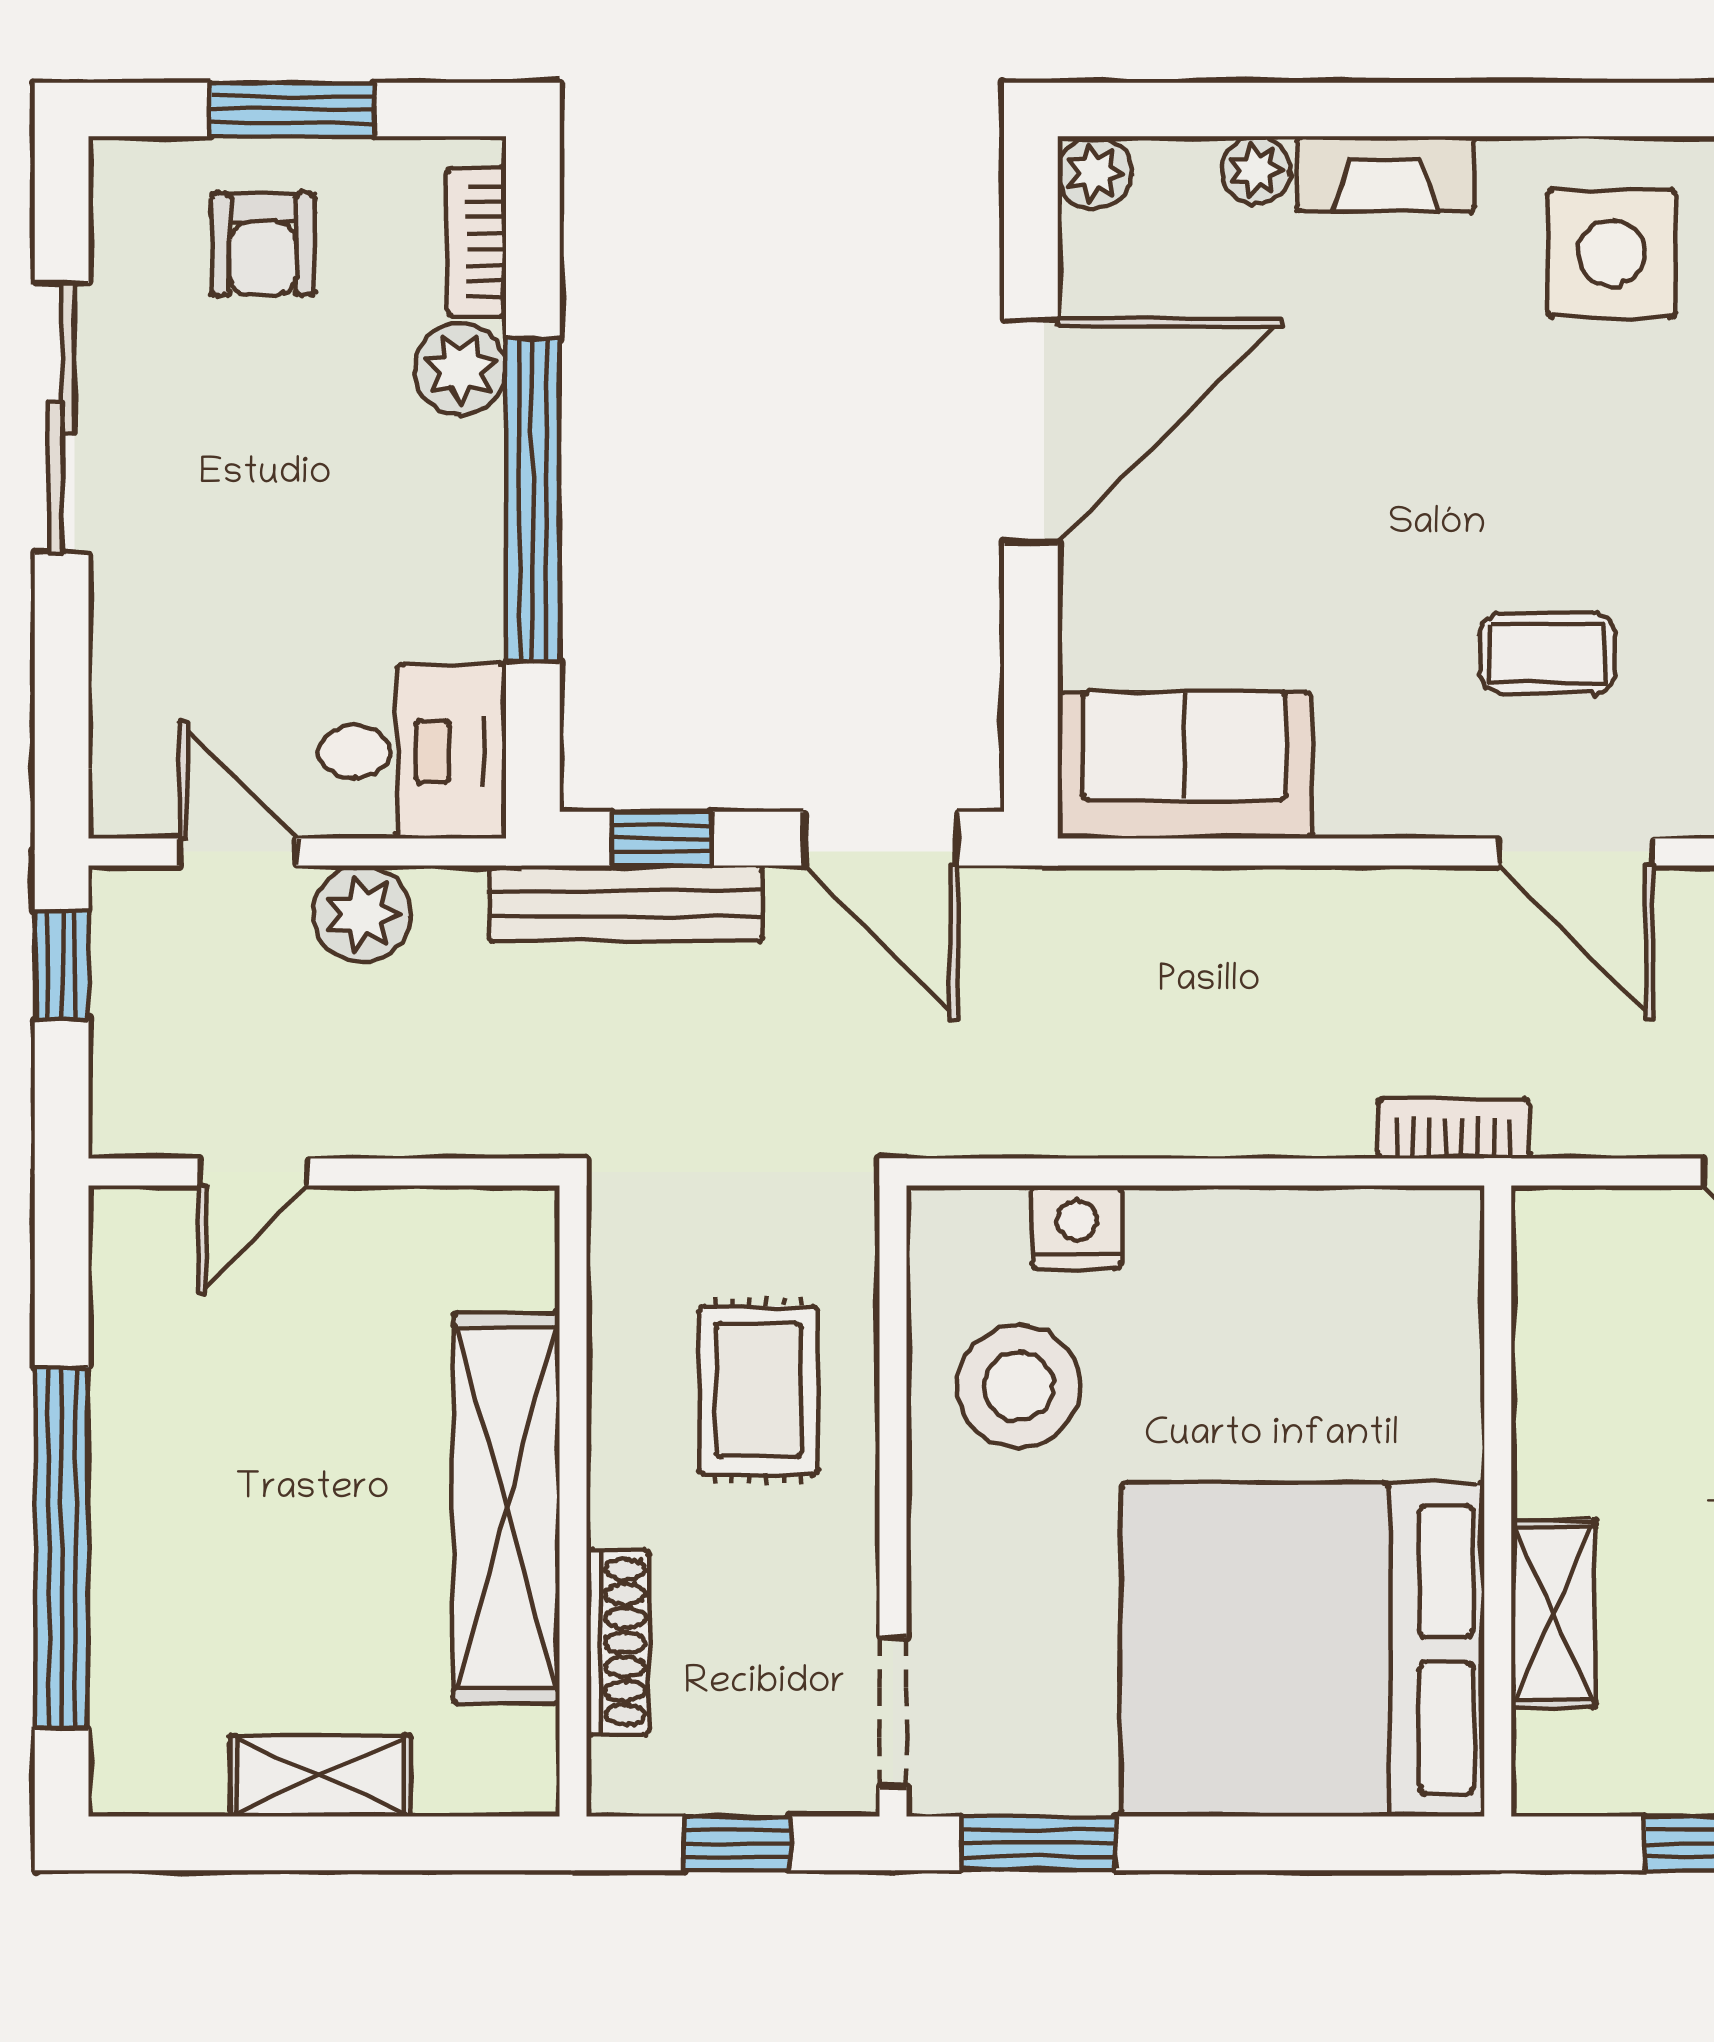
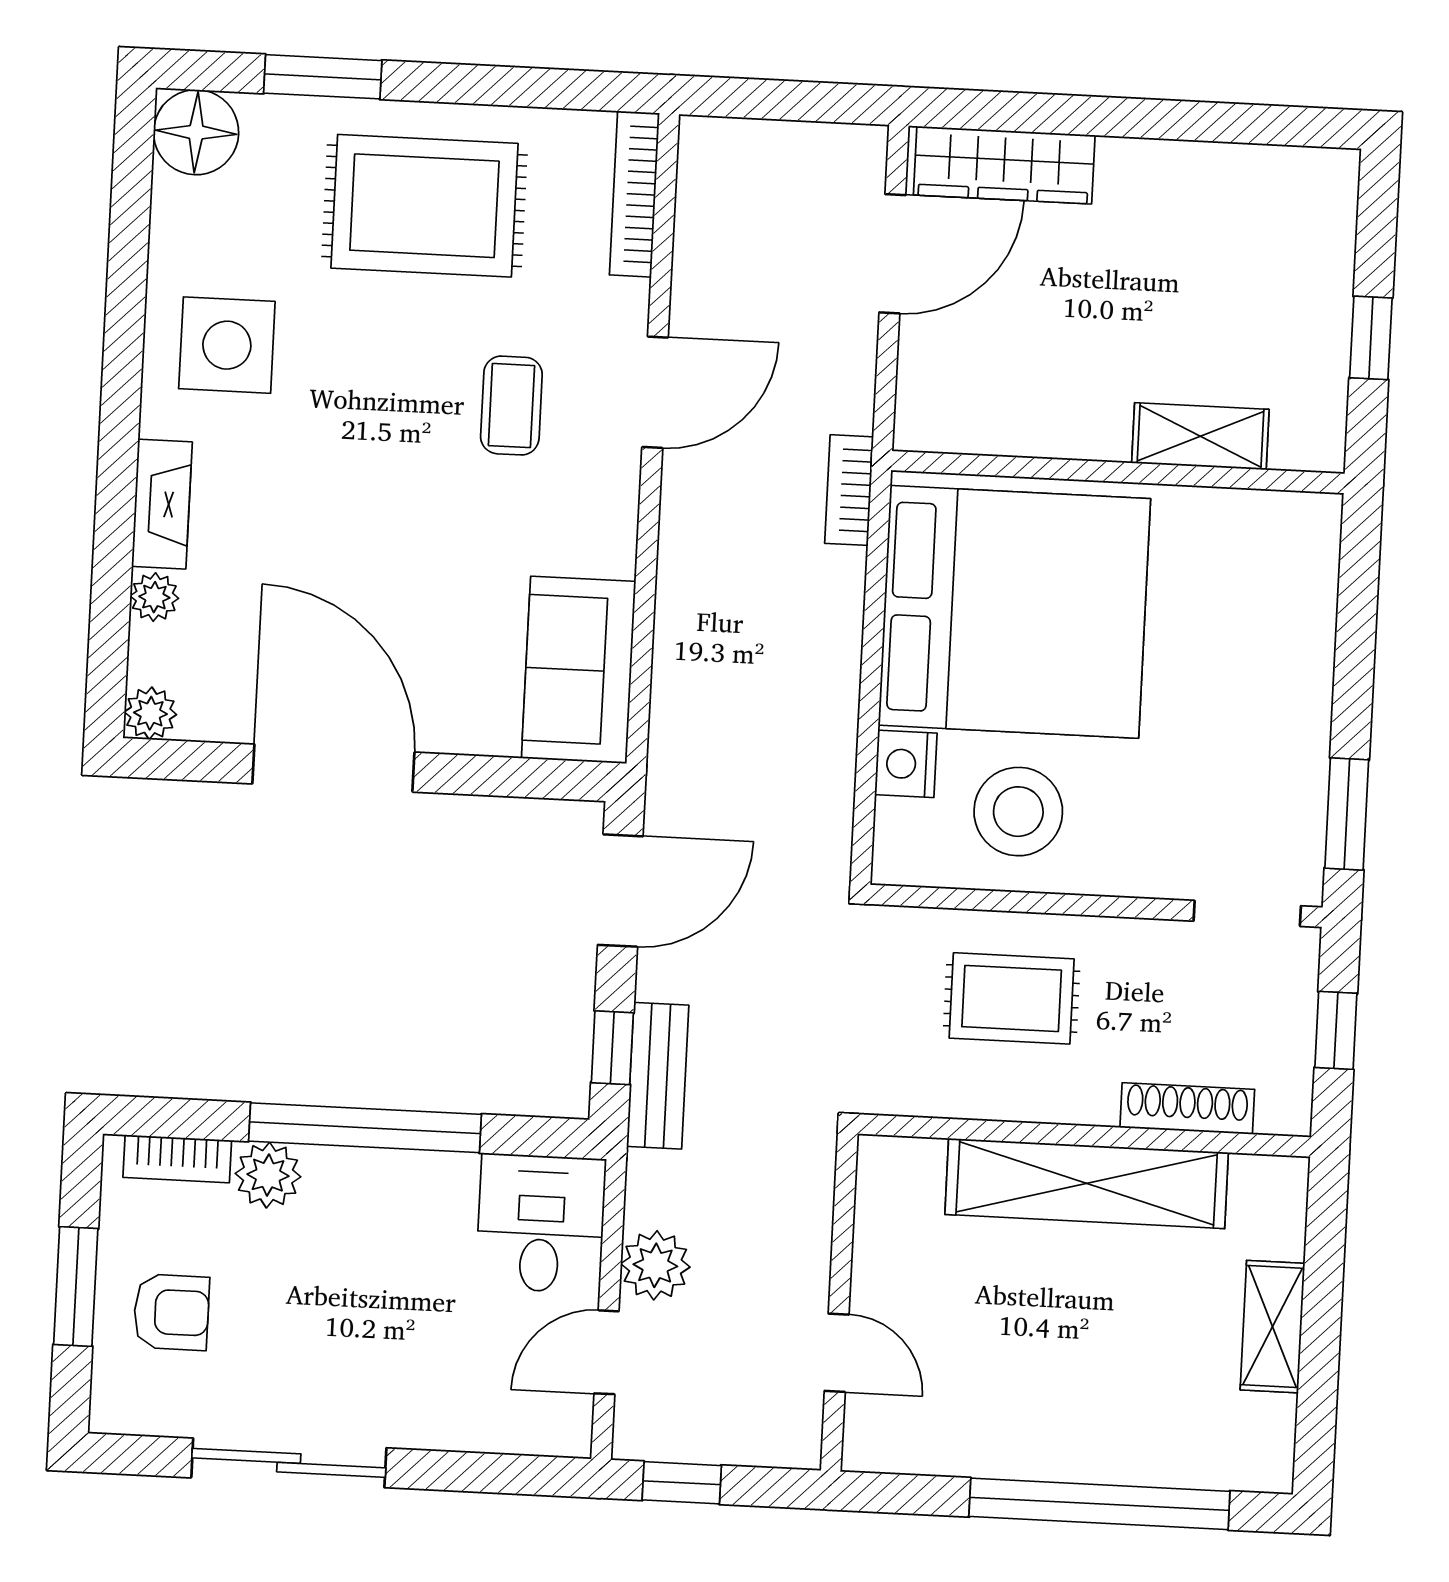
bench: (626, 904) -> (658, 1076), width x0.73
bed: (1303, 1650) -> (1014, 612), moved, turned -90

